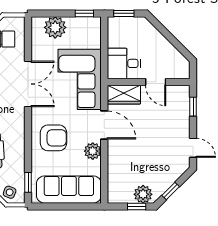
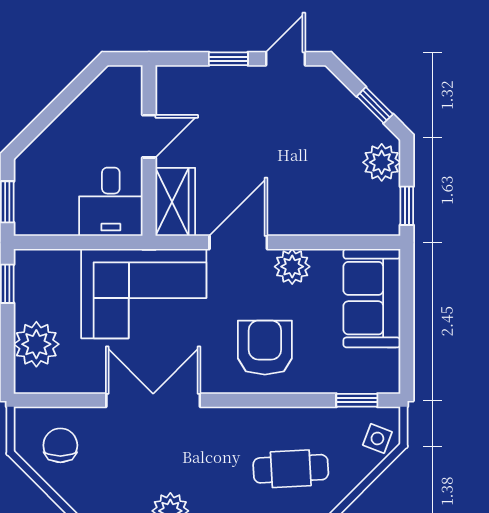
window: (193, 107) -> (228, 59), moved
sofa: (69, 190) -> (372, 298), width x0.73
window: (137, 206) -> (407, 206), moved

